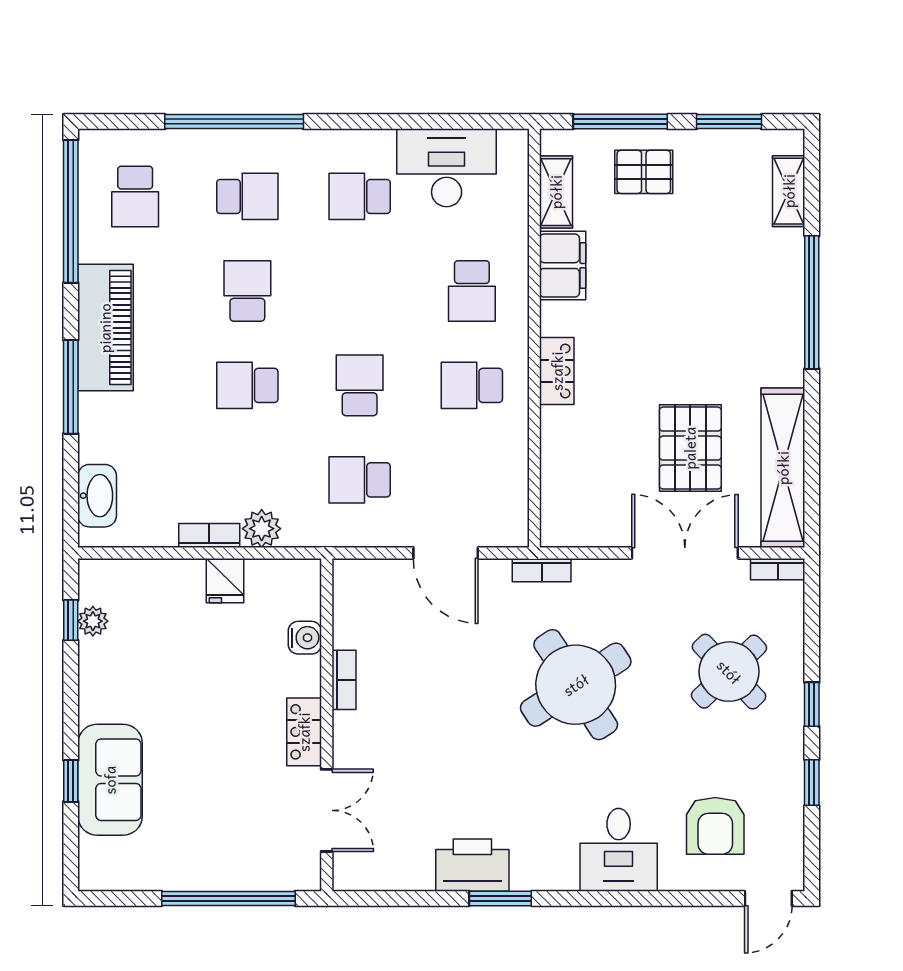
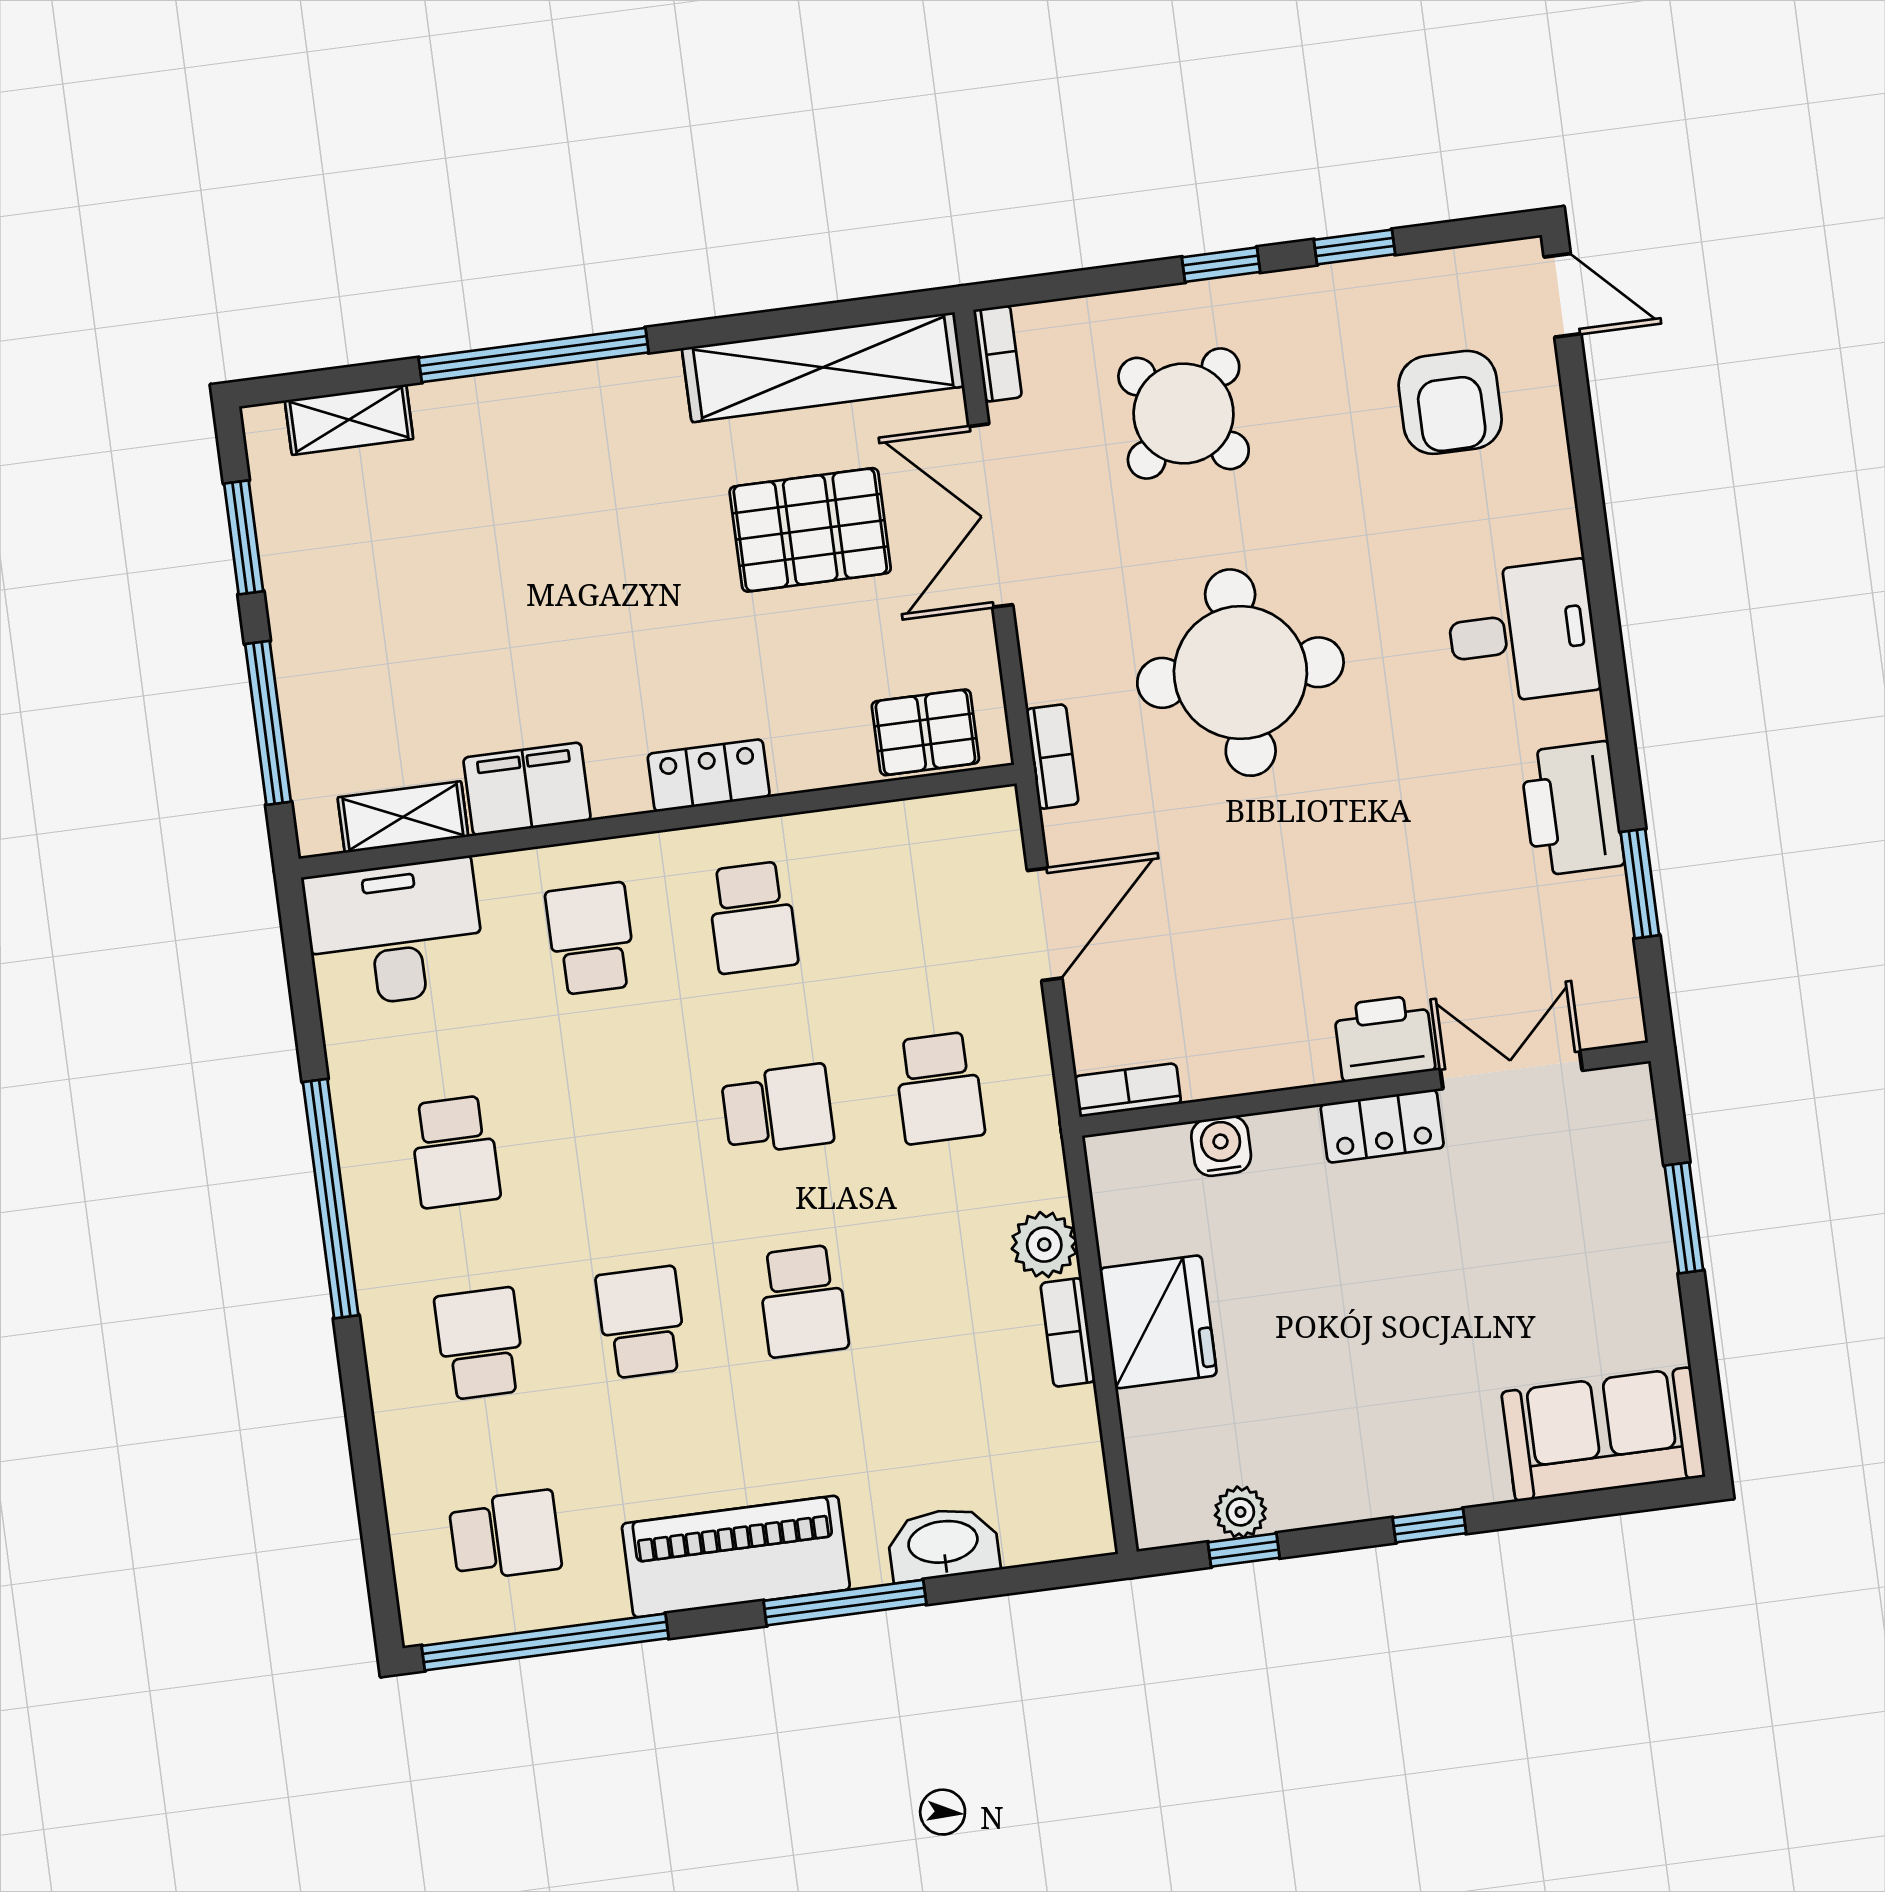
window: (234, 122) -> (331, 1199), moved
desk: (447, 168) -> (395, 933), moved, turned 90
pallet: (644, 172) -> (925, 732), moved, turned 90
school desk: (247, 291) -> (641, 1322), turned 90
school desk: (472, 291) -> (591, 939), turned -90
school desk: (360, 385) -> (778, 1109), turned 180
washbasin: (97, 496) -> (943, 1544), moved
fridge: (225, 581) -> (1158, 1322), width x1.88, depth x1.34
bookcase: (344, 680) -> (1128, 1090), moved
round table: (576, 685) -> (1240, 673), turned 33
printer: (355, 740) -> (1384, 1038), added
sofa: (110, 780) -> (1603, 1434), moved
window: (71, 781) -> (1429, 1526), moved
armchair: (715, 826) -> (1450, 402), turned 90
desk: (619, 850) -> (1522, 633), moved
window: (228, 898) -> (1684, 1218), width x0.47
window: (500, 898) -> (1640, 884), moved

